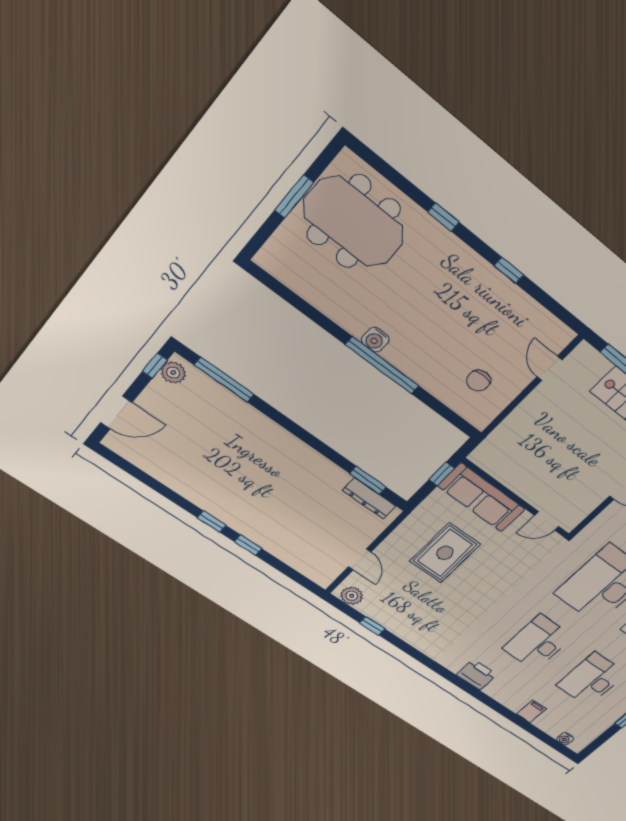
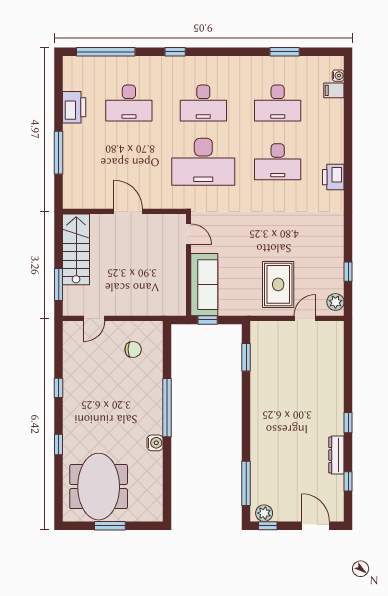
water cooler: (375, 340) -> (155, 443), moved
dresser: (369, 498) -> (336, 455), moved, turned 180
window: (248, 545) -> (348, 481), moved
rug: (445, 553) -> (278, 284), moved, turned 90
filing cabinet: (531, 711) -> (334, 90), moved

